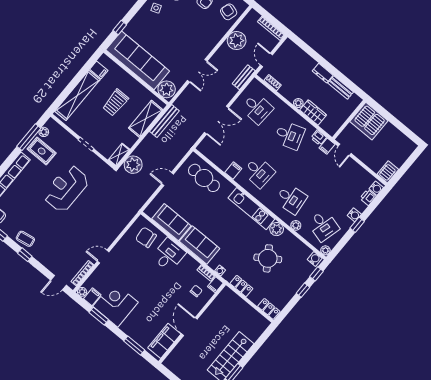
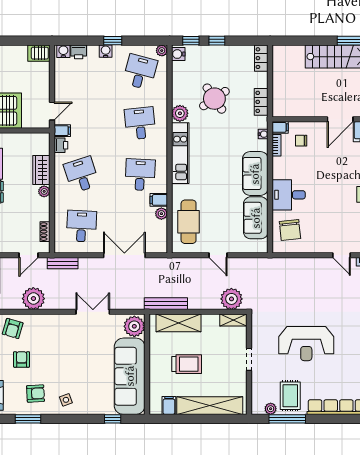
plant: (296, 225) -> (161, 214), moved

